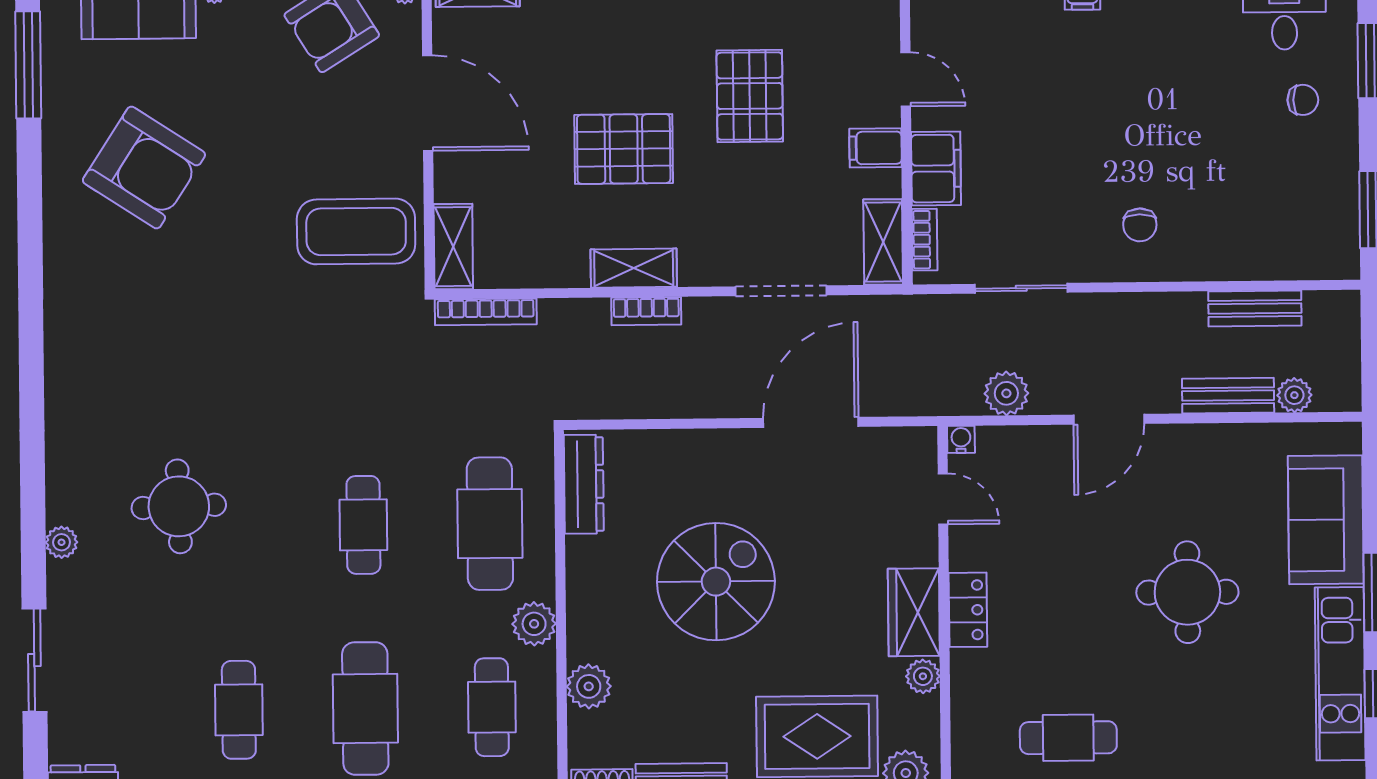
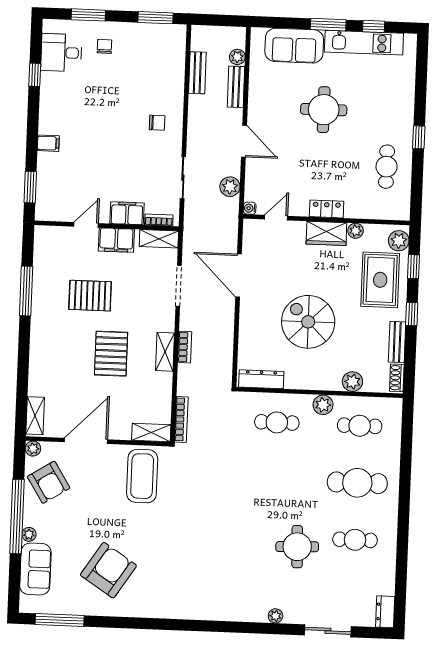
filing cabinet: (875, 148) -> (116, 240), width x2.00
round table: (179, 506) -> (297, 547), moved
cafe table: (490, 524) -> (277, 422), width x0.73, depth x0.74
cafe table: (363, 525) -> (275, 479), removed

